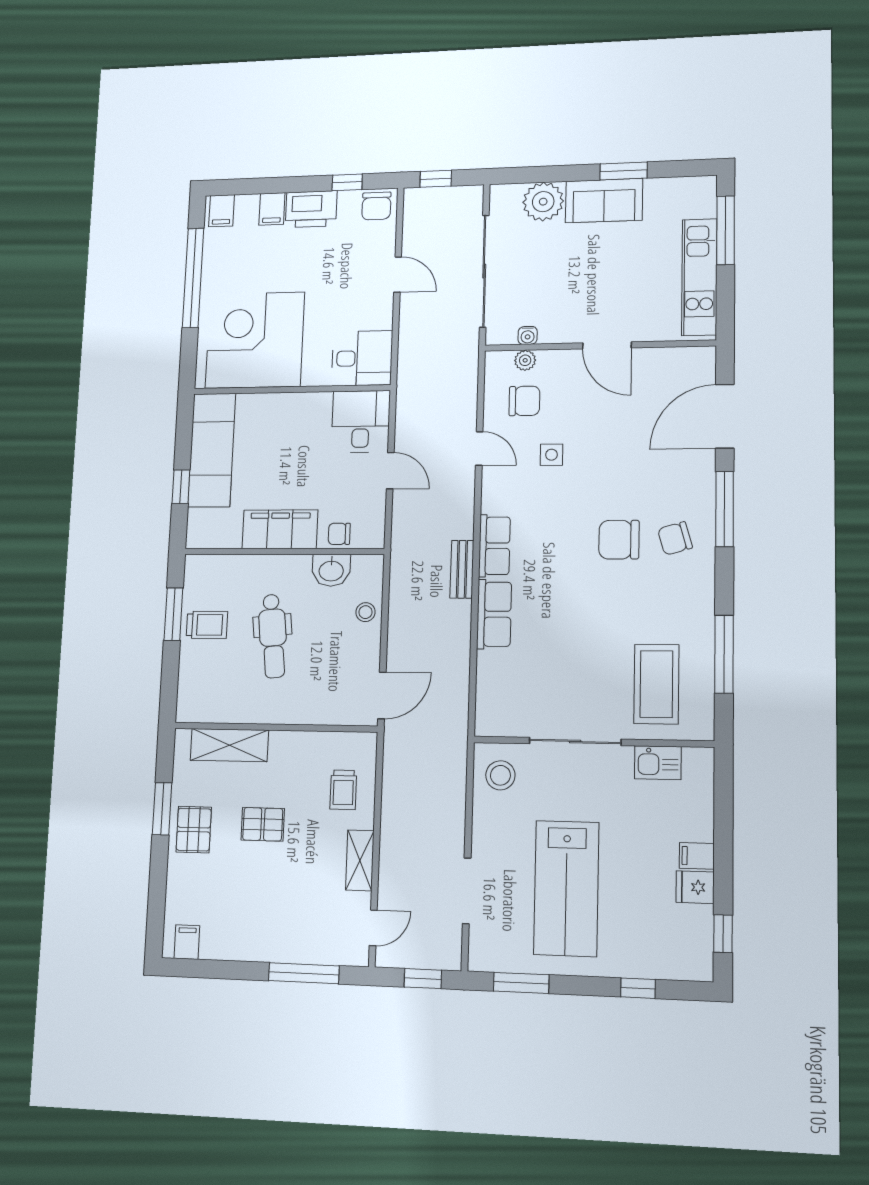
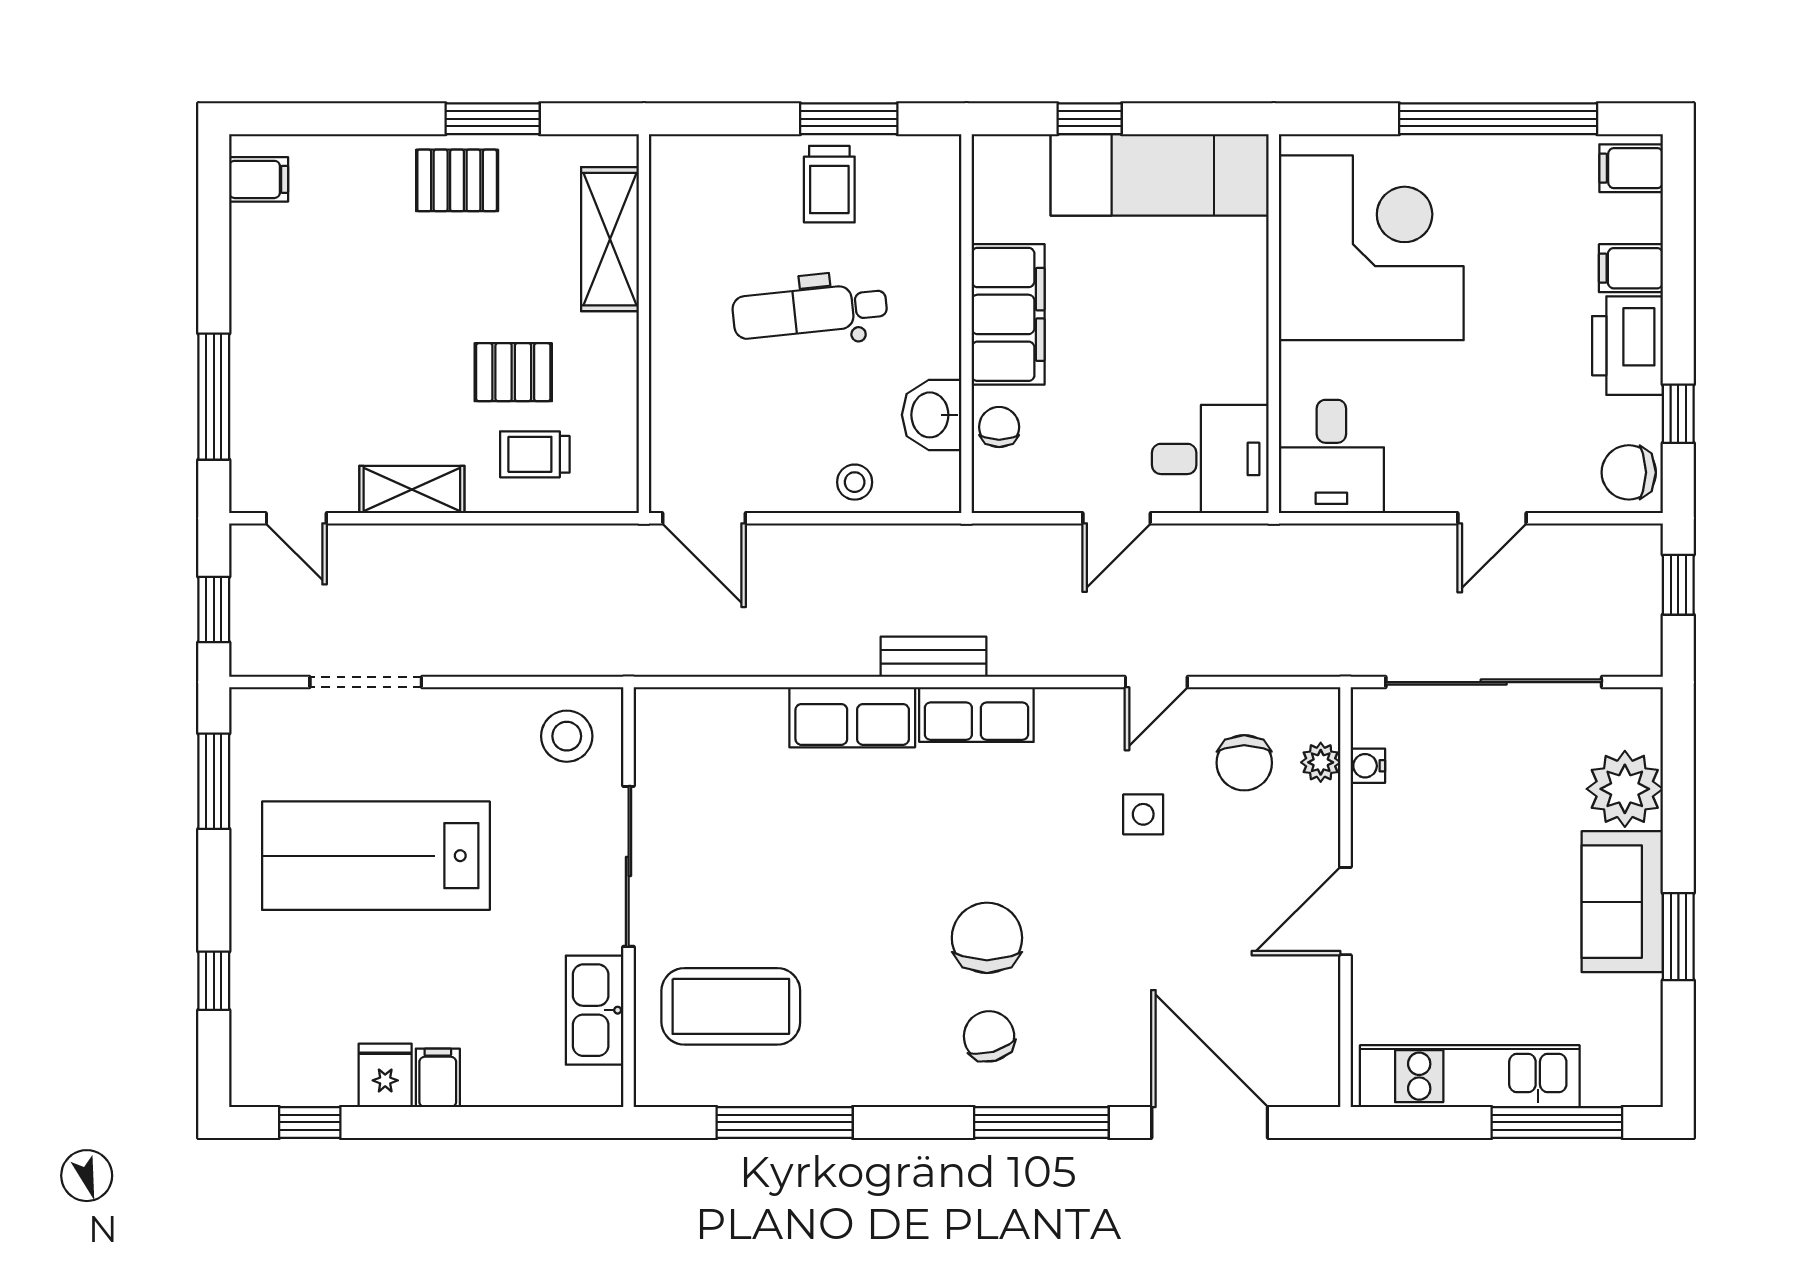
kitchen sink: (658, 763) -> (595, 1010), width x1.38
pallet: (263, 824) -> (513, 372), moved, turned 90

